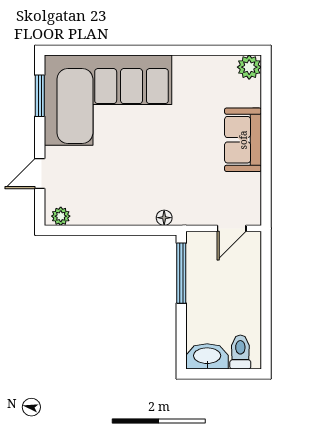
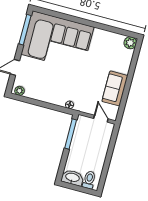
window: (40, 96) -> (25, 30), width x1.44
sofa: (243, 140) -> (115, 88), moved
door: (232, 228) -> (101, 119), swing flipped

